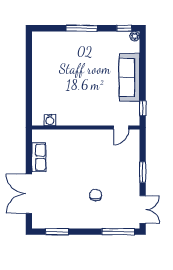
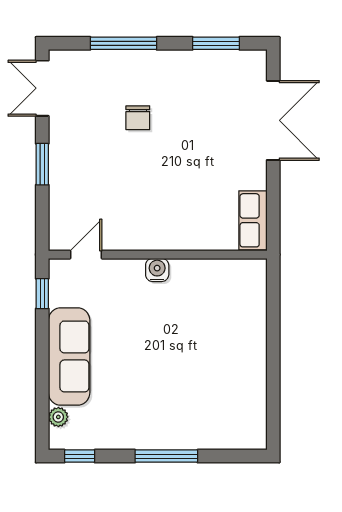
plant: (135, 36) -> (58, 417), moved
water cooler: (50, 120) -> (157, 270), moved
row of seats: (39, 157) -> (253, 220), moved
window: (118, 232) -> (123, 43), moved

